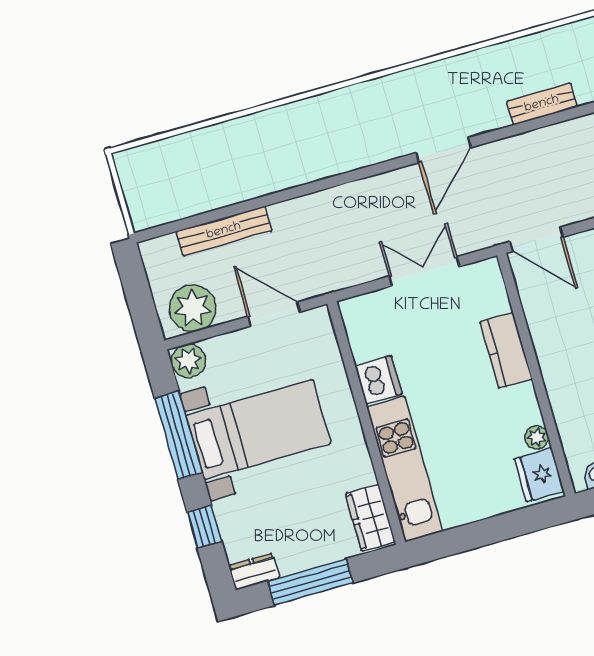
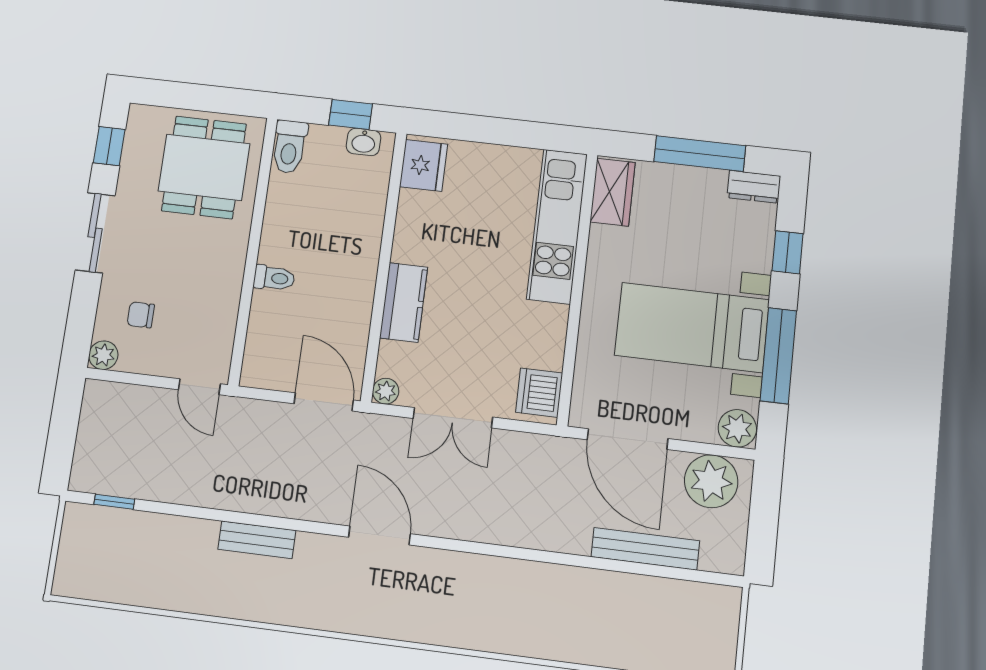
door: (443, 150) -> (379, 535), hinge flipped
door: (274, 314) -> (628, 439), width x1.36
dishwasher: (378, 380) -> (539, 393), moved
plant: (537, 437) -> (386, 391), moved

